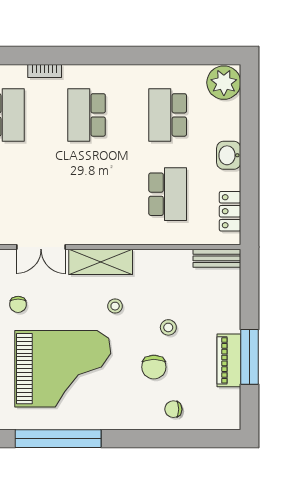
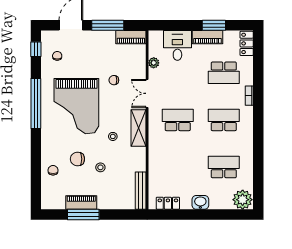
school desk: (168, 194) -> (178, 120), moved, turned 180
bench: (217, 258) -> (141, 191), width x1.36

